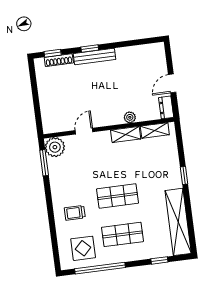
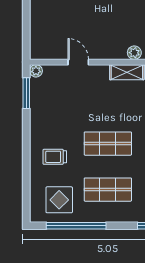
door: (84, 131) -> (78, 62), hinge flipped
plant: (55, 147) -> (36, 71), width x0.53, depth x0.53

